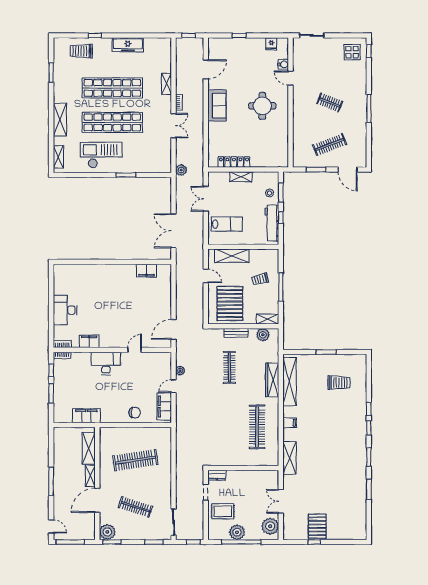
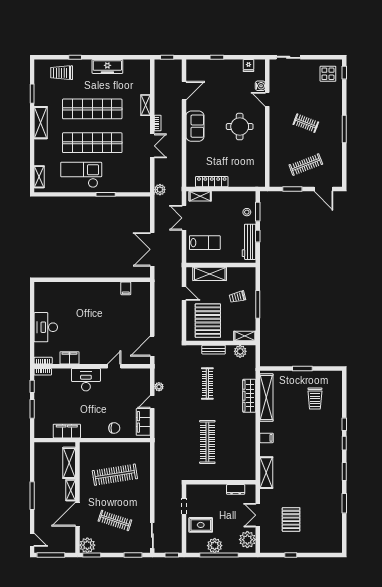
shelving: (60, 120) -> (41, 123), moved
shelving: (241, 177) -> (200, 196), moved
filing cabinet: (146, 271) -> (126, 288), width x0.50
trolley: (339, 383) -> (315, 398), turned 90
clothes rail: (257, 427) -> (207, 442), moved
dresser: (217, 475) -> (236, 489), moved
pallet: (317, 526) -> (291, 519), moved

